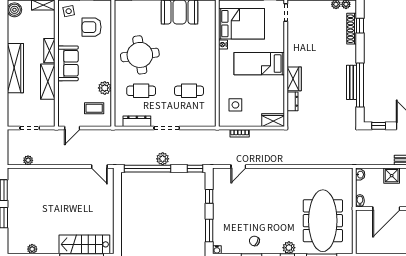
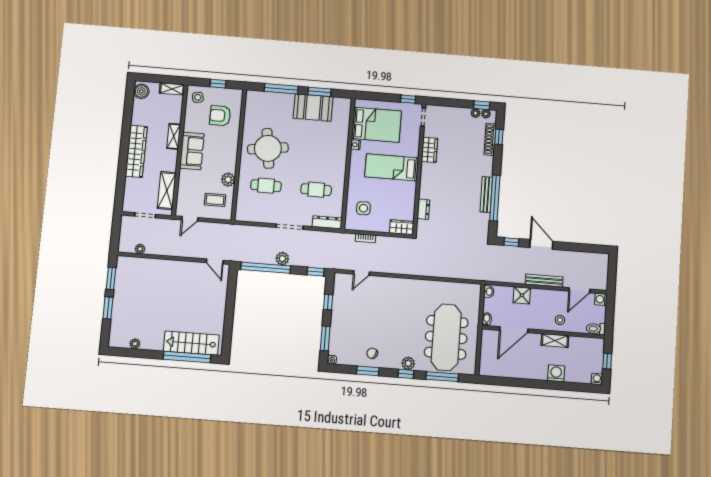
wardrobe: (294, 79) -> (429, 150), moved
shelving: (48, 82) -> (167, 191), moved
dresser: (137, 121) -> (327, 222), moved

